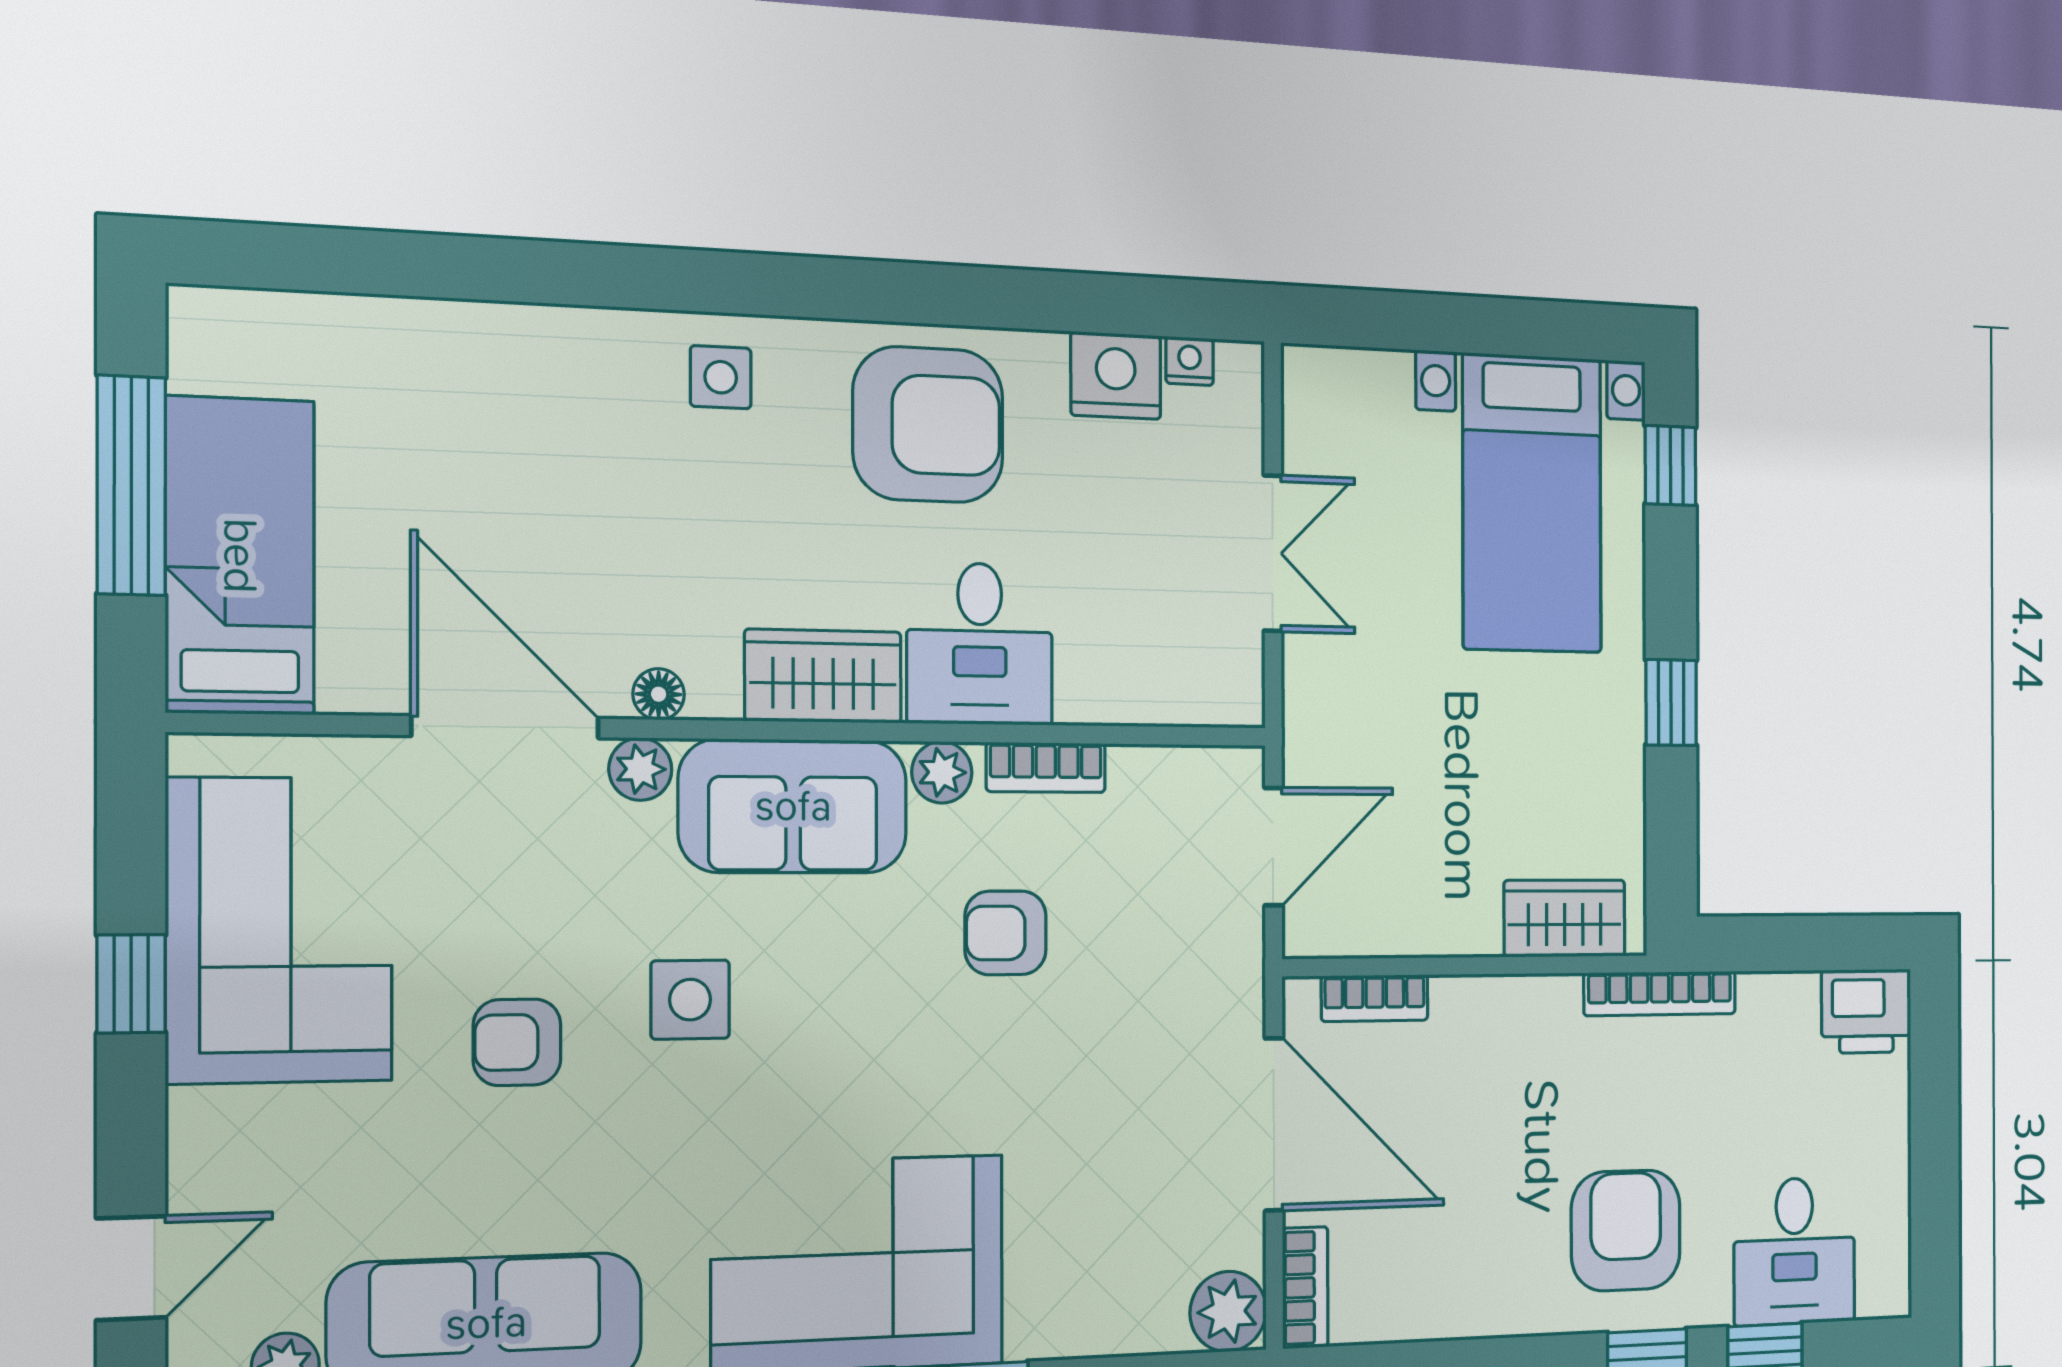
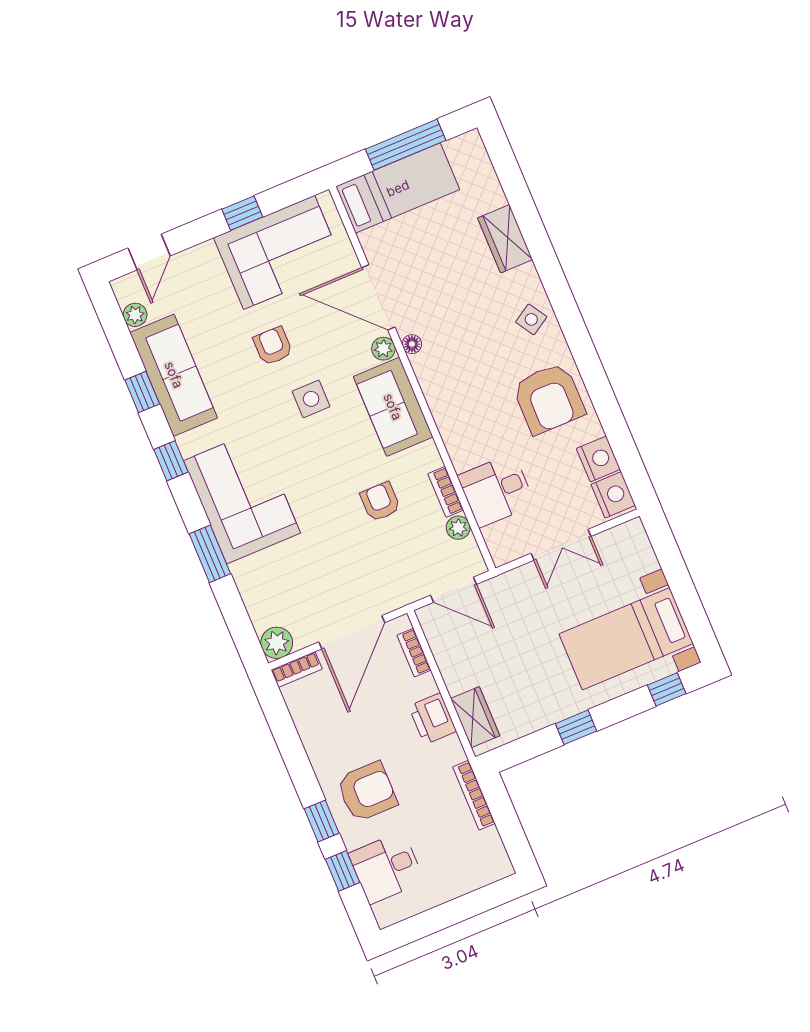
nightstand: (1190, 361) -> (613, 495), width x1.89, depth x1.79
side table: (721, 377) -> (531, 319), turned -32
desk: (980, 644) -> (496, 490), moved
wardrobe: (823, 676) -> (505, 239), moved, turned 180
door: (505, 727) -> (378, 297), swing flipped
plant: (942, 772) -> (458, 528), moved
bookcase: (1660, 993) -> (474, 795), moved
printer: (1866, 1011) -> (433, 719), moved
door: (131, 1268) -> (149, 252), hinge flipped

